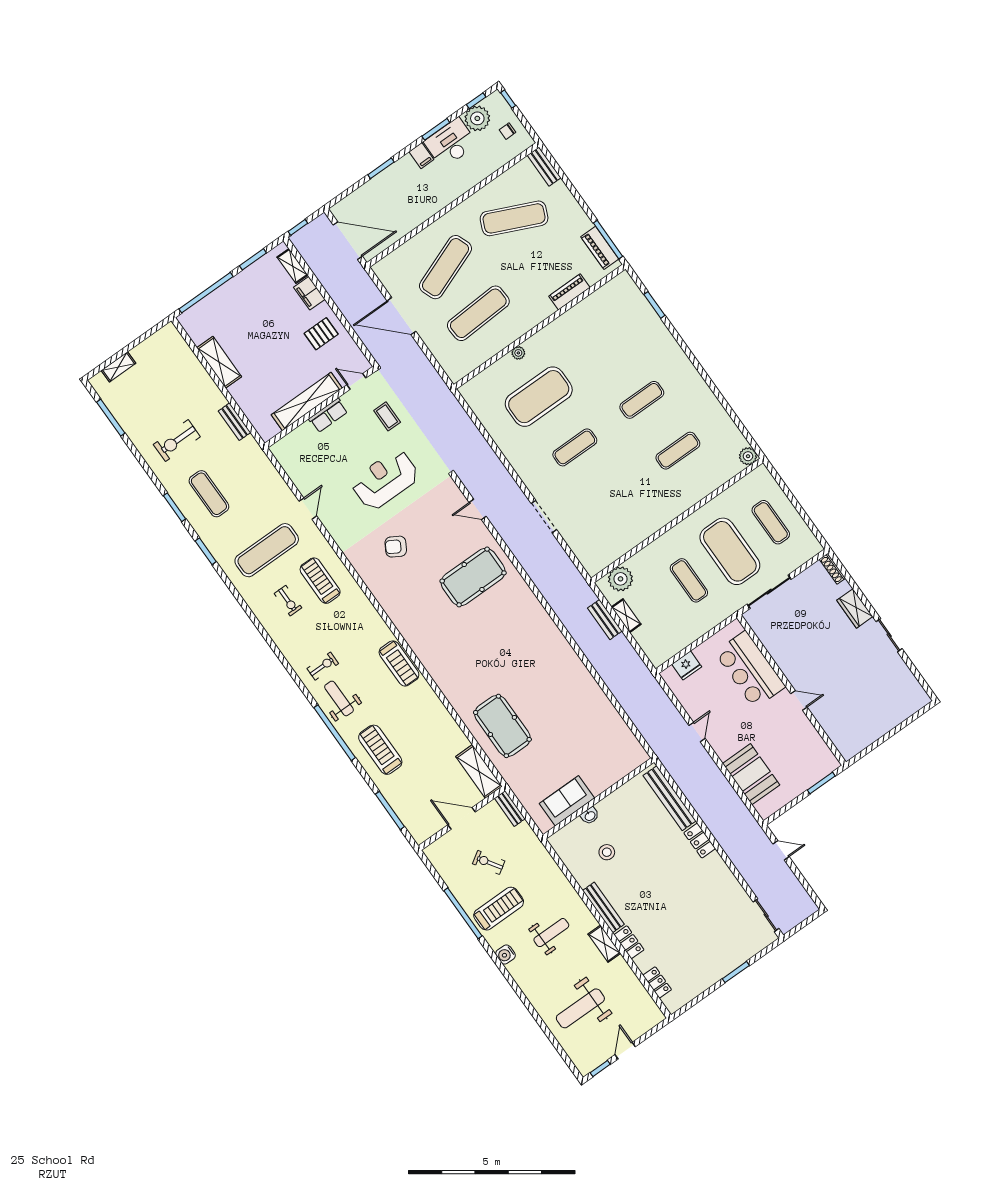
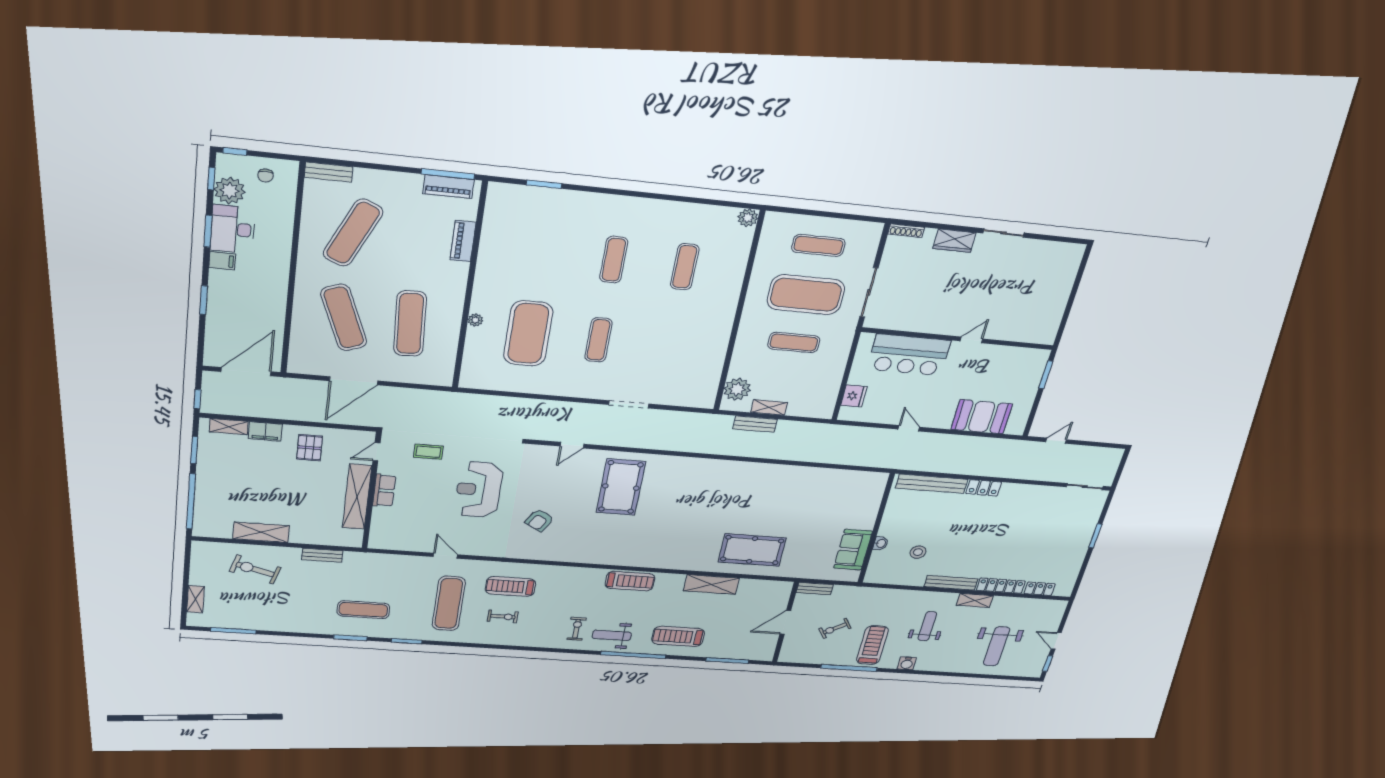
exercise bike: (177, 441) -> (255, 569), moved, turned 106
shelving: (479, 771) -> (711, 584), moved
locker: (629, 942) -> (1001, 586), width x1.53

